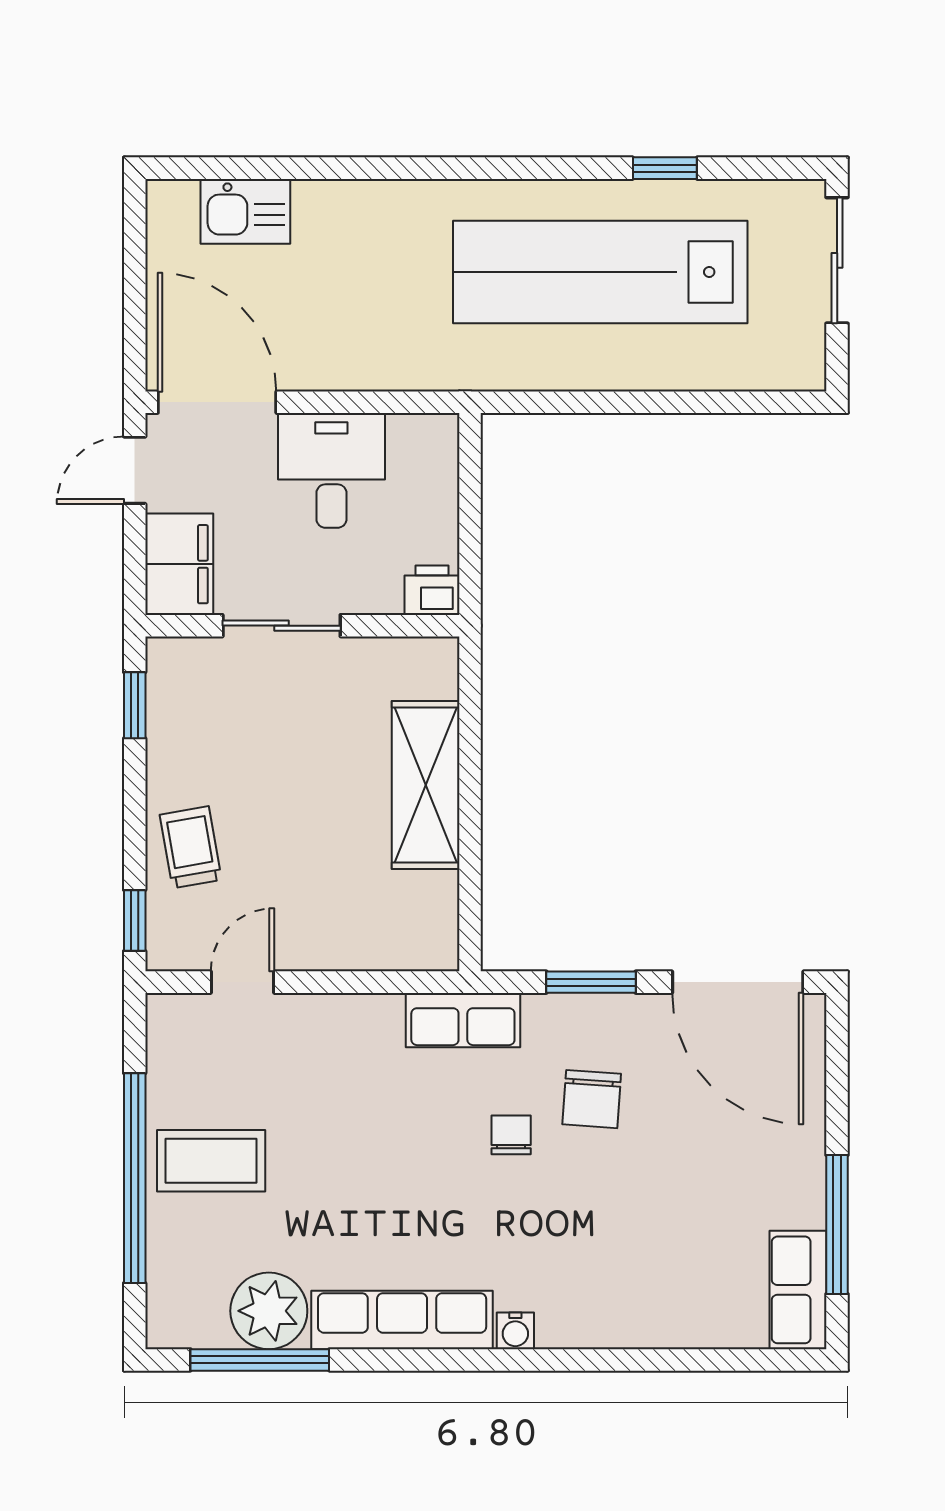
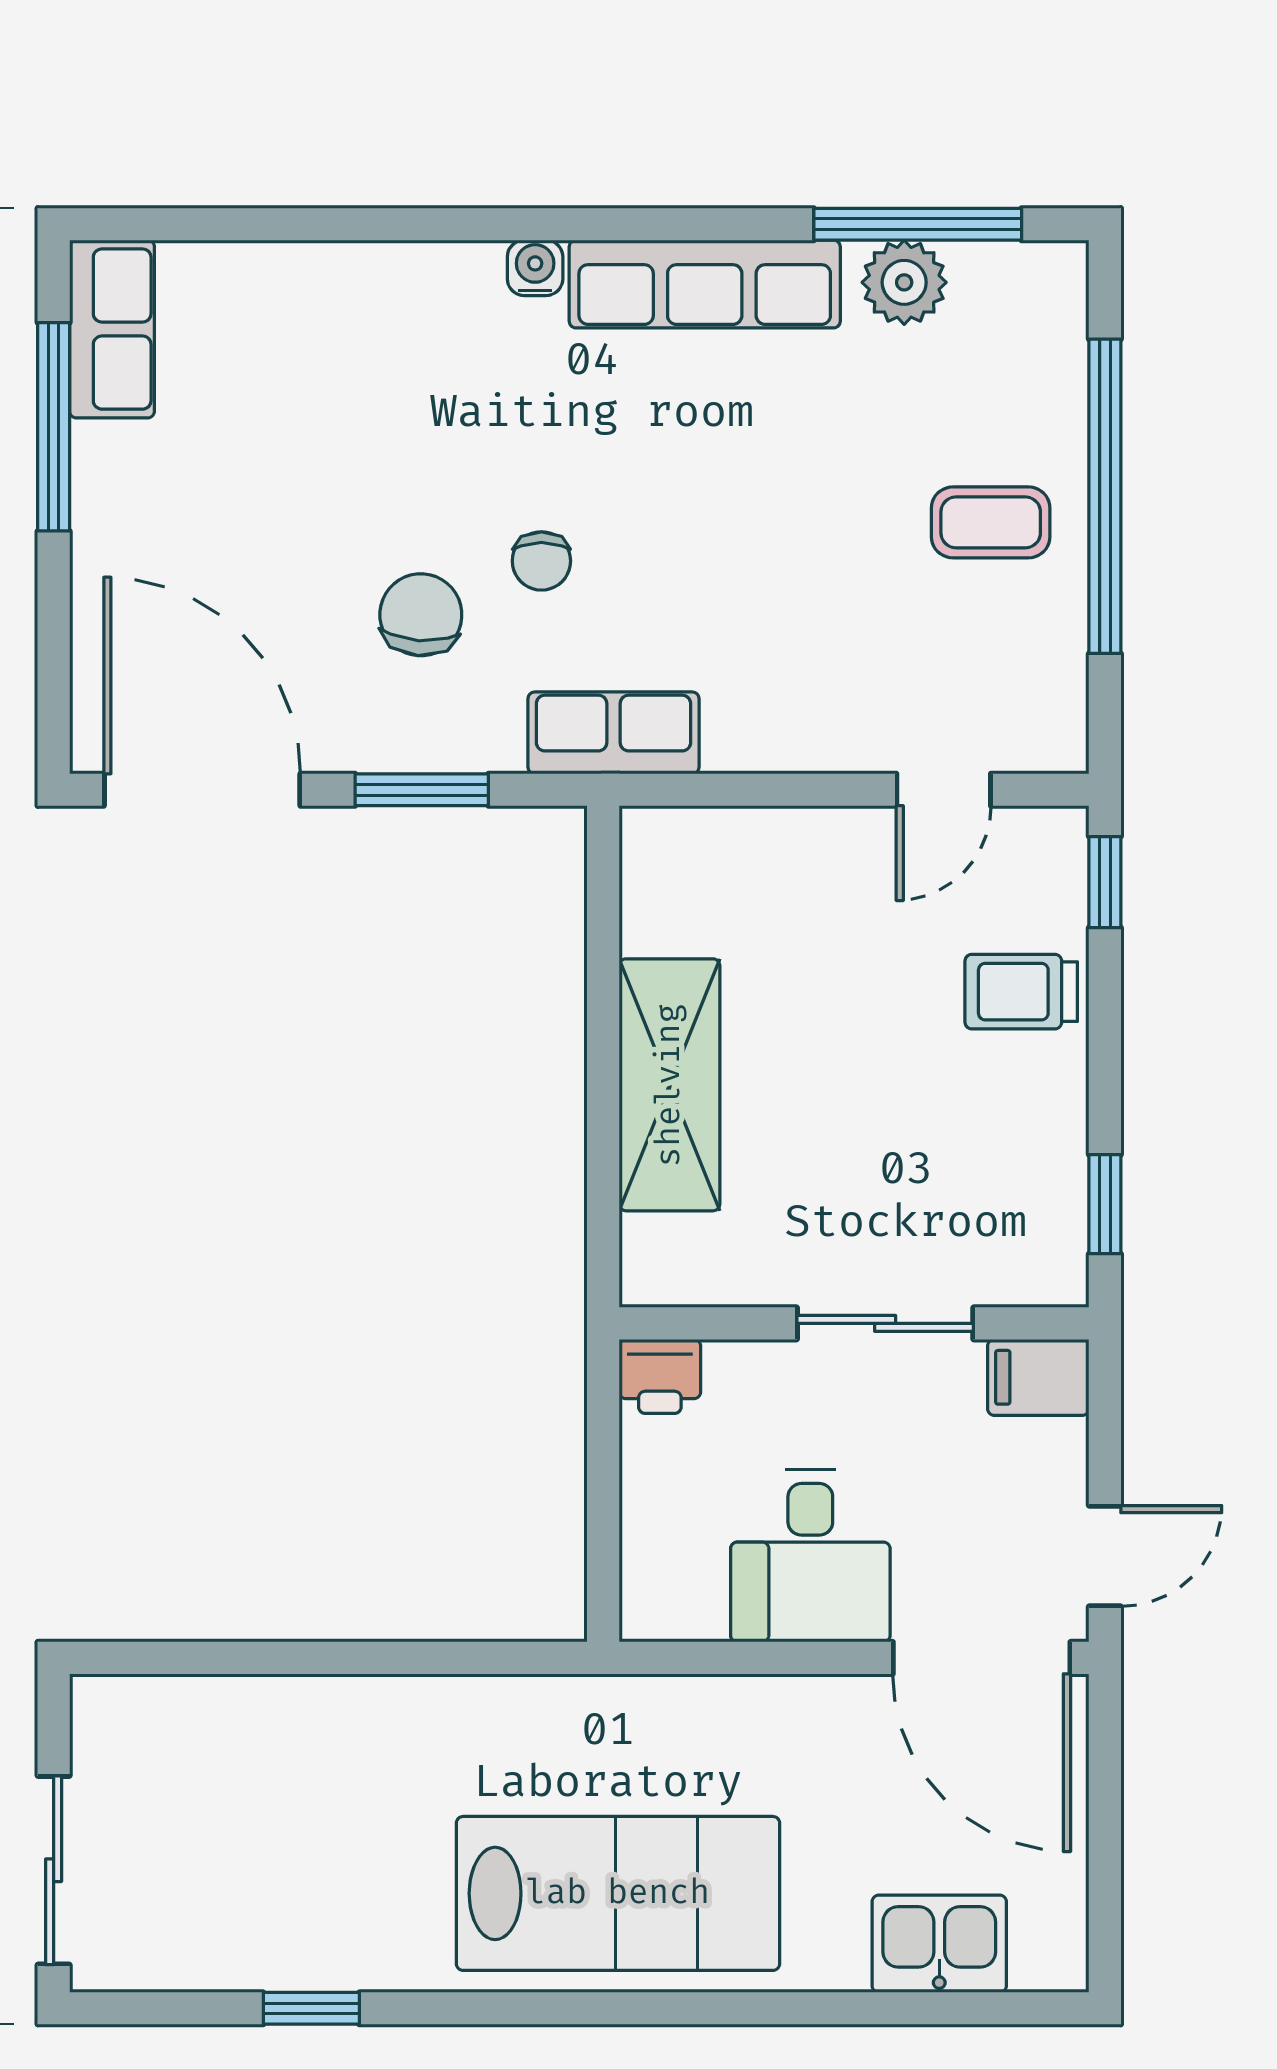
lab bench: (600, 272) -> (618, 1893), moved, width x0.73
filing cabinet: (179, 564) -> (1038, 1377), width x0.50
trolley: (191, 847) -> (1021, 992), turned 100
coffee table: (211, 1161) -> (991, 522), width x0.73, depth x0.77
plant: (269, 1311) -> (904, 282), width x0.73, depth x0.73

